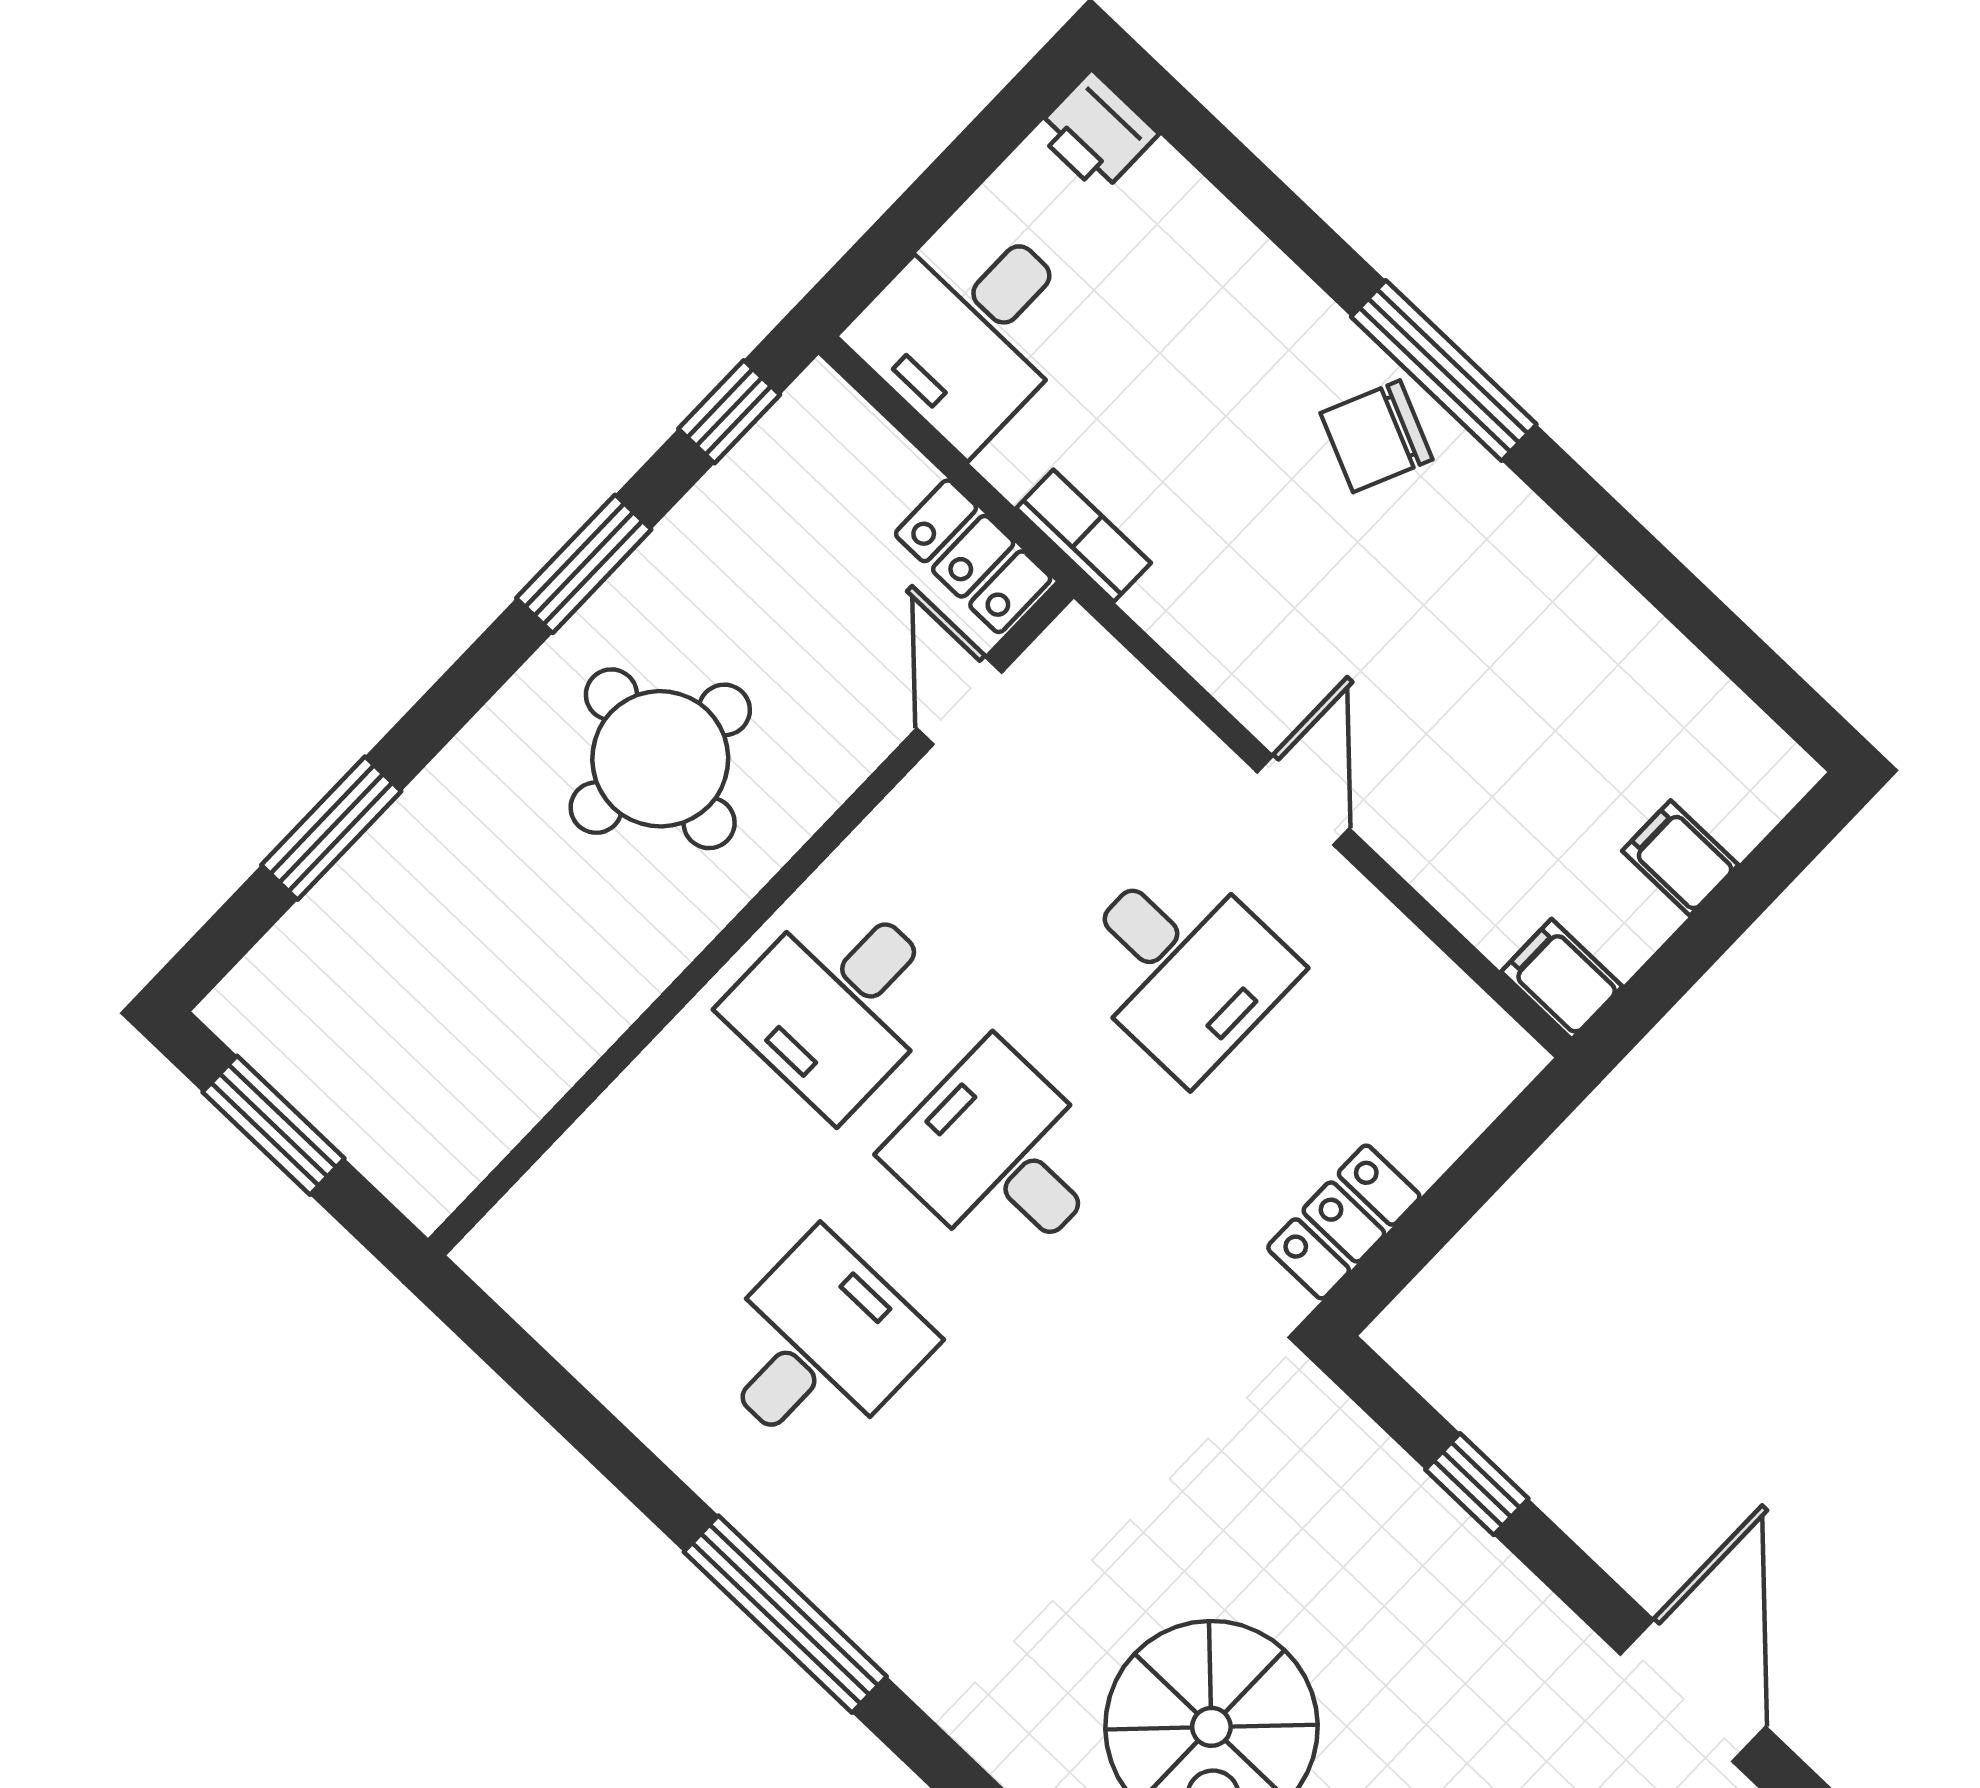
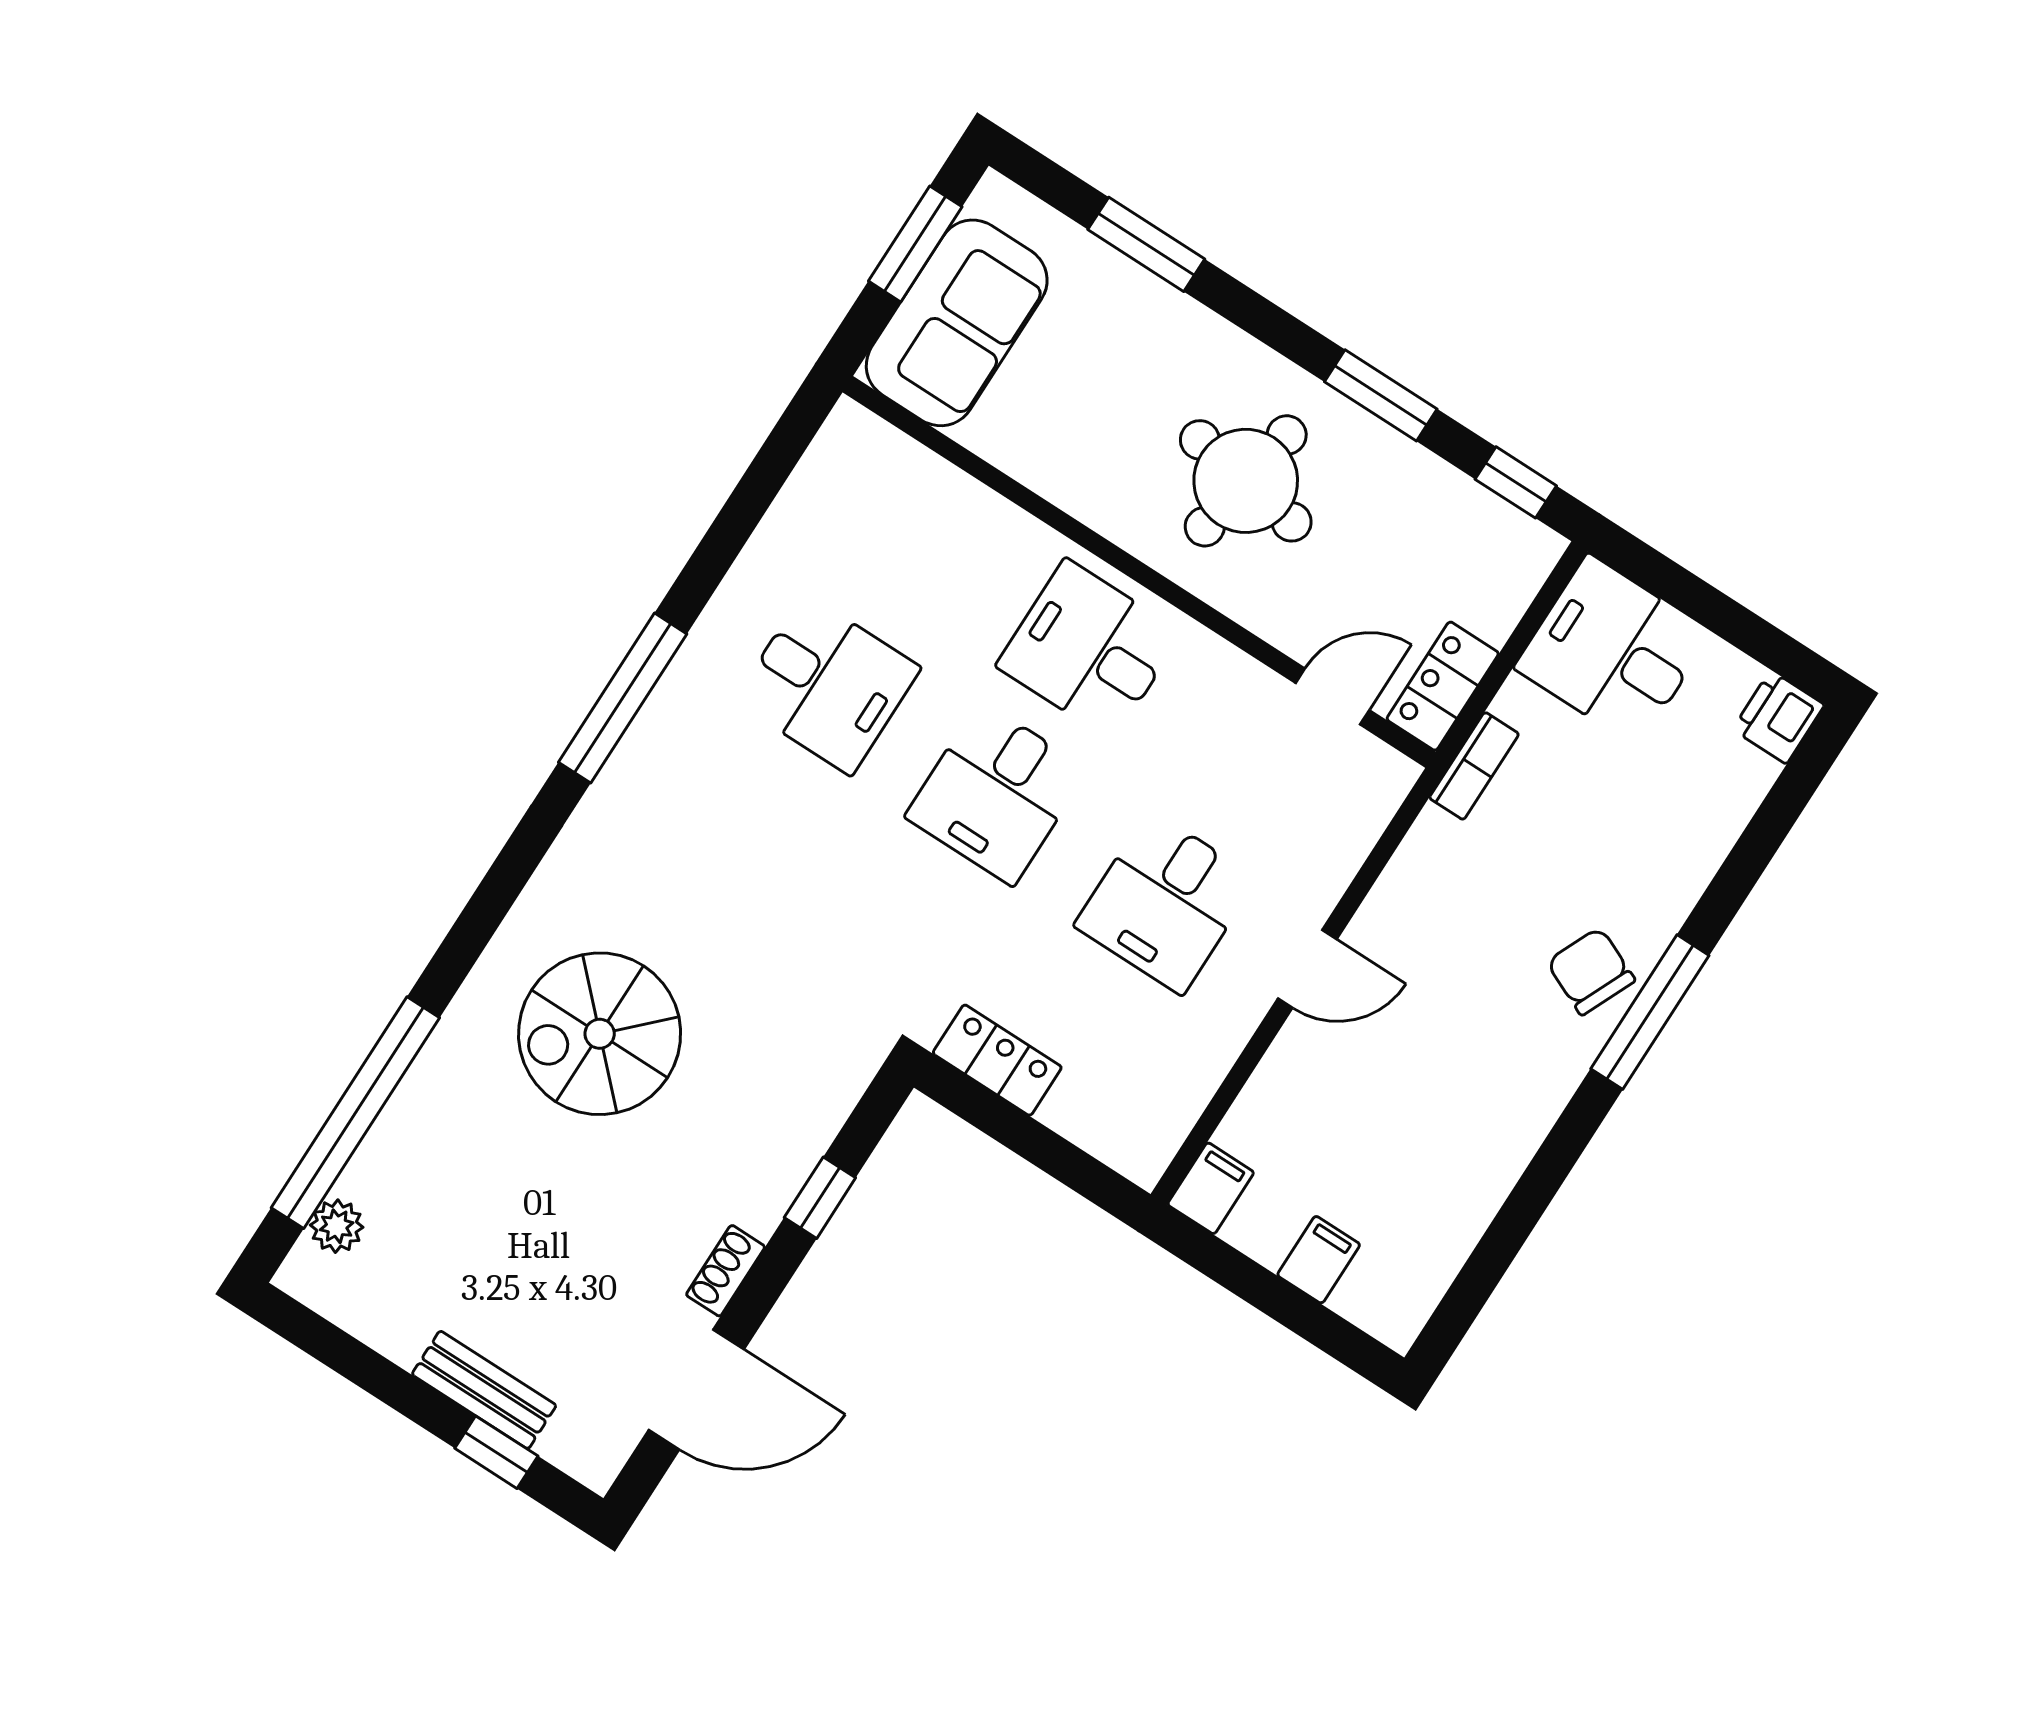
sofa: (385, 1091) -> (957, 323), added
desk: (1000, 1157) -> (997, 793), turned 180
shoe rack: (1547, 1624) -> (726, 1271), added

